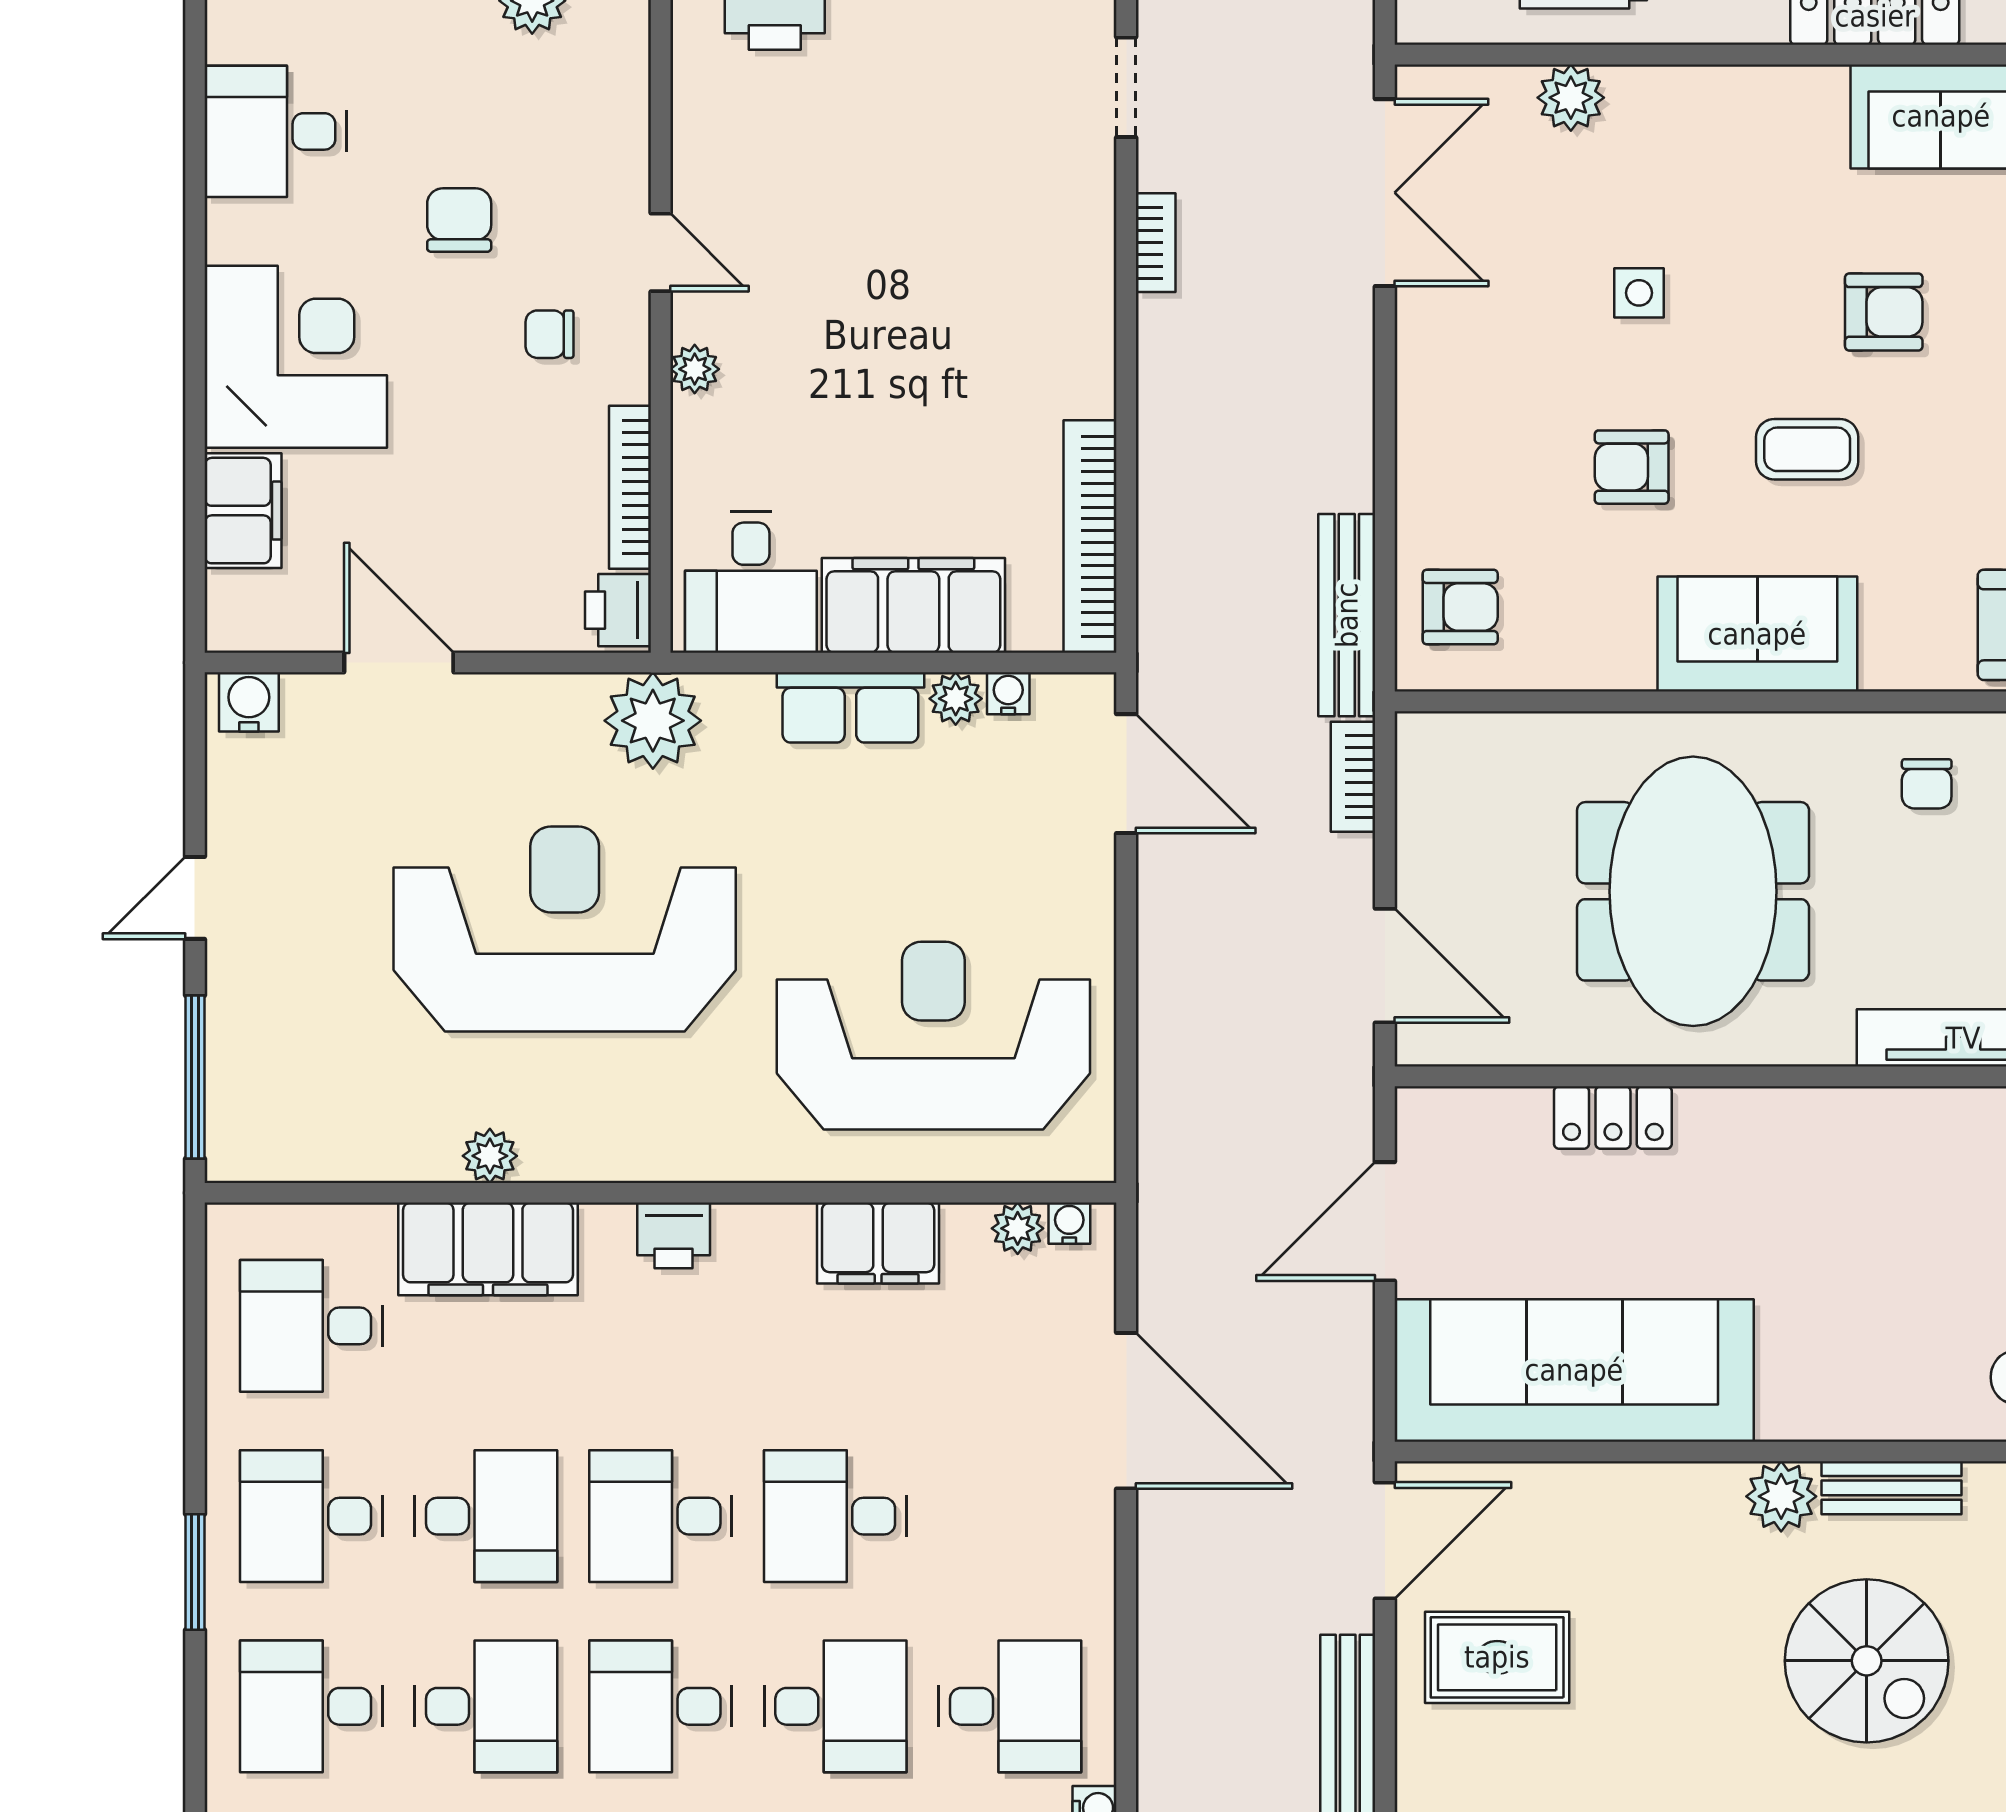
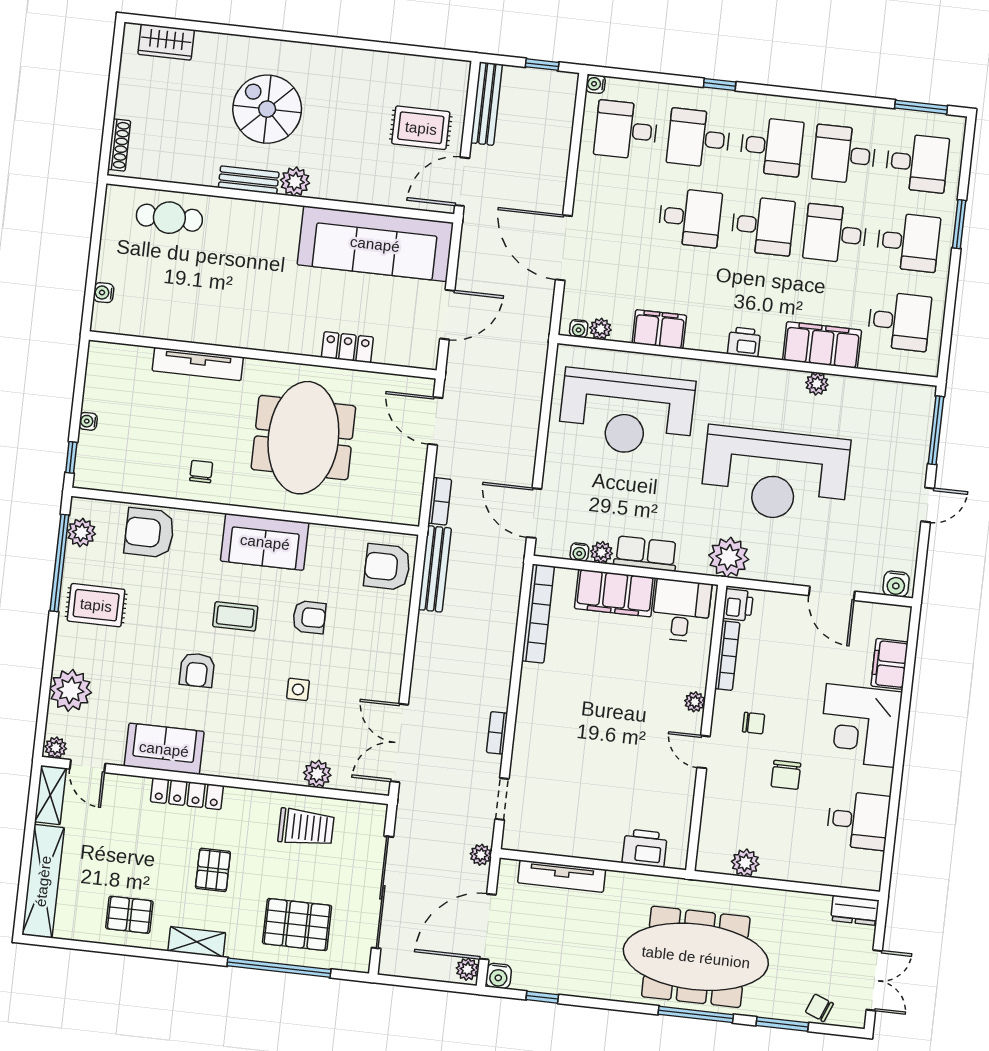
armchair: (1884, 312) -> (197, 670), turned -90
armchair: (1460, 607) -> (387, 567), width x1.38, depth x1.38

